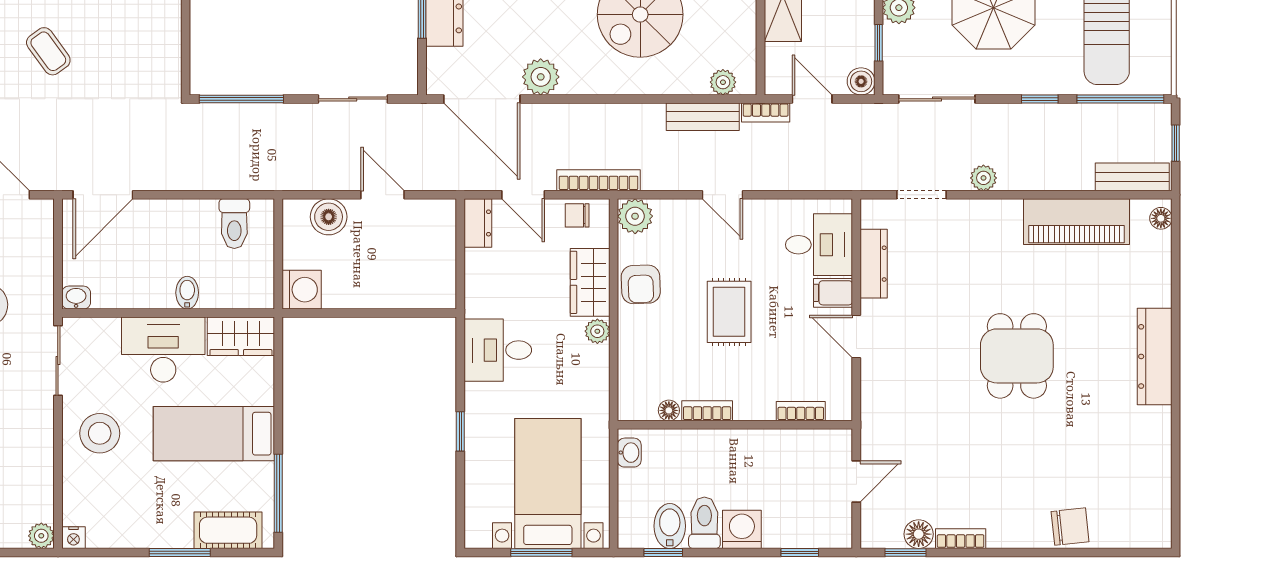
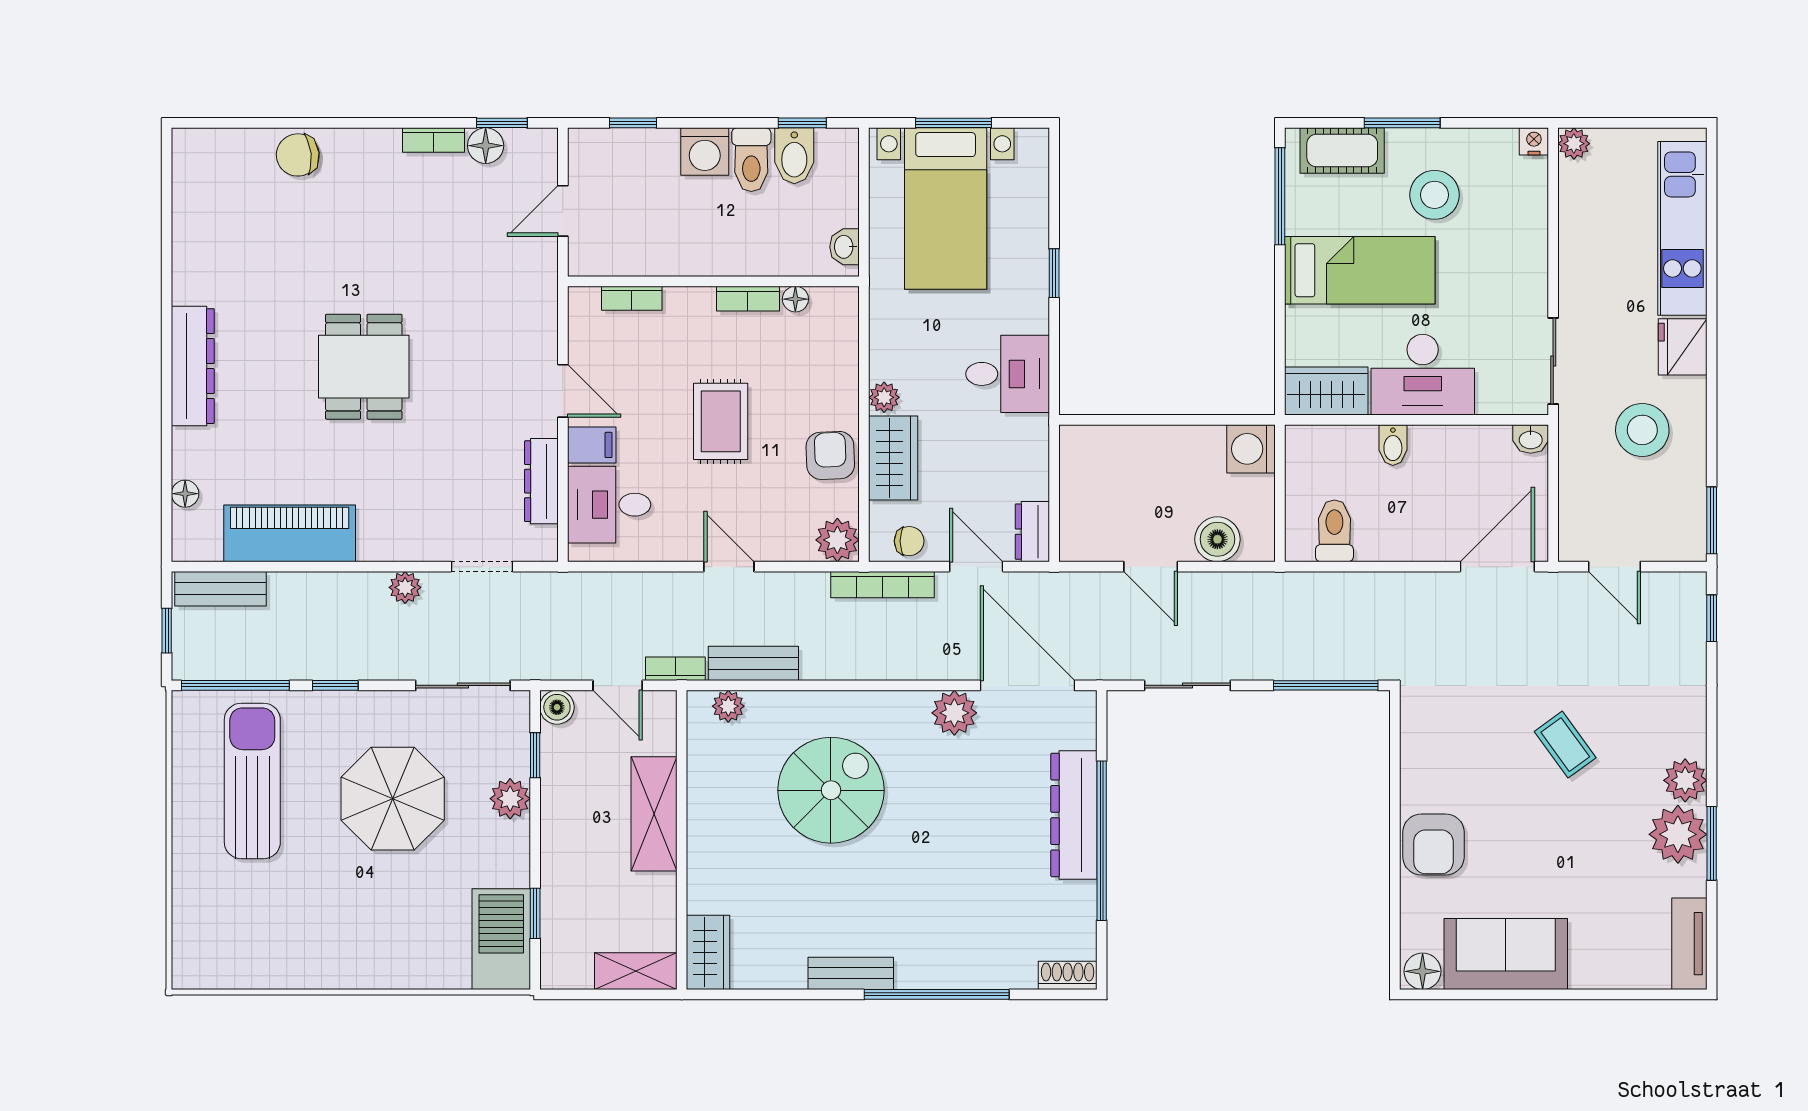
floor lamp: (1161, 218) -> (185, 494), moved
stool: (100, 433) -> (1434, 195), moved

